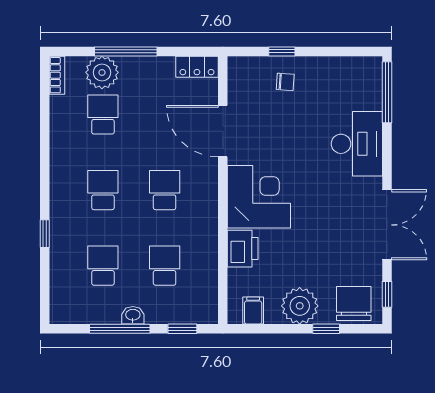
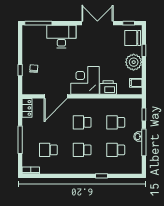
plant: (102, 72) -> (30, 150), removed

